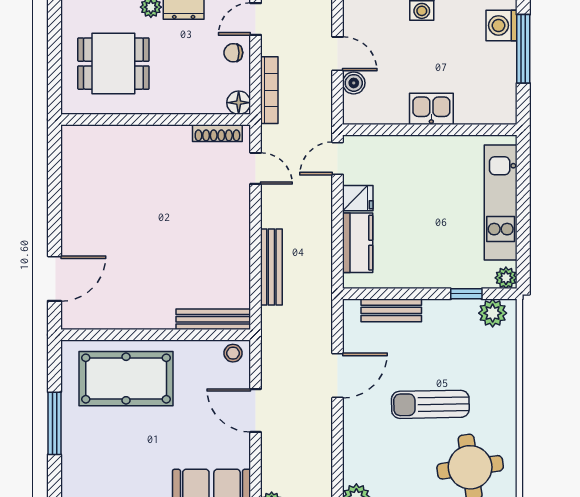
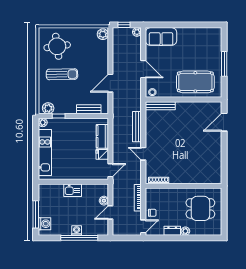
door: (338, 54) -> (110, 212), hinge flipped
floor lamp: (239, 103) -> (150, 193), removed
door: (256, 168) -> (143, 154), moved
sun lounger: (430, 404) -> (62, 74), moved

